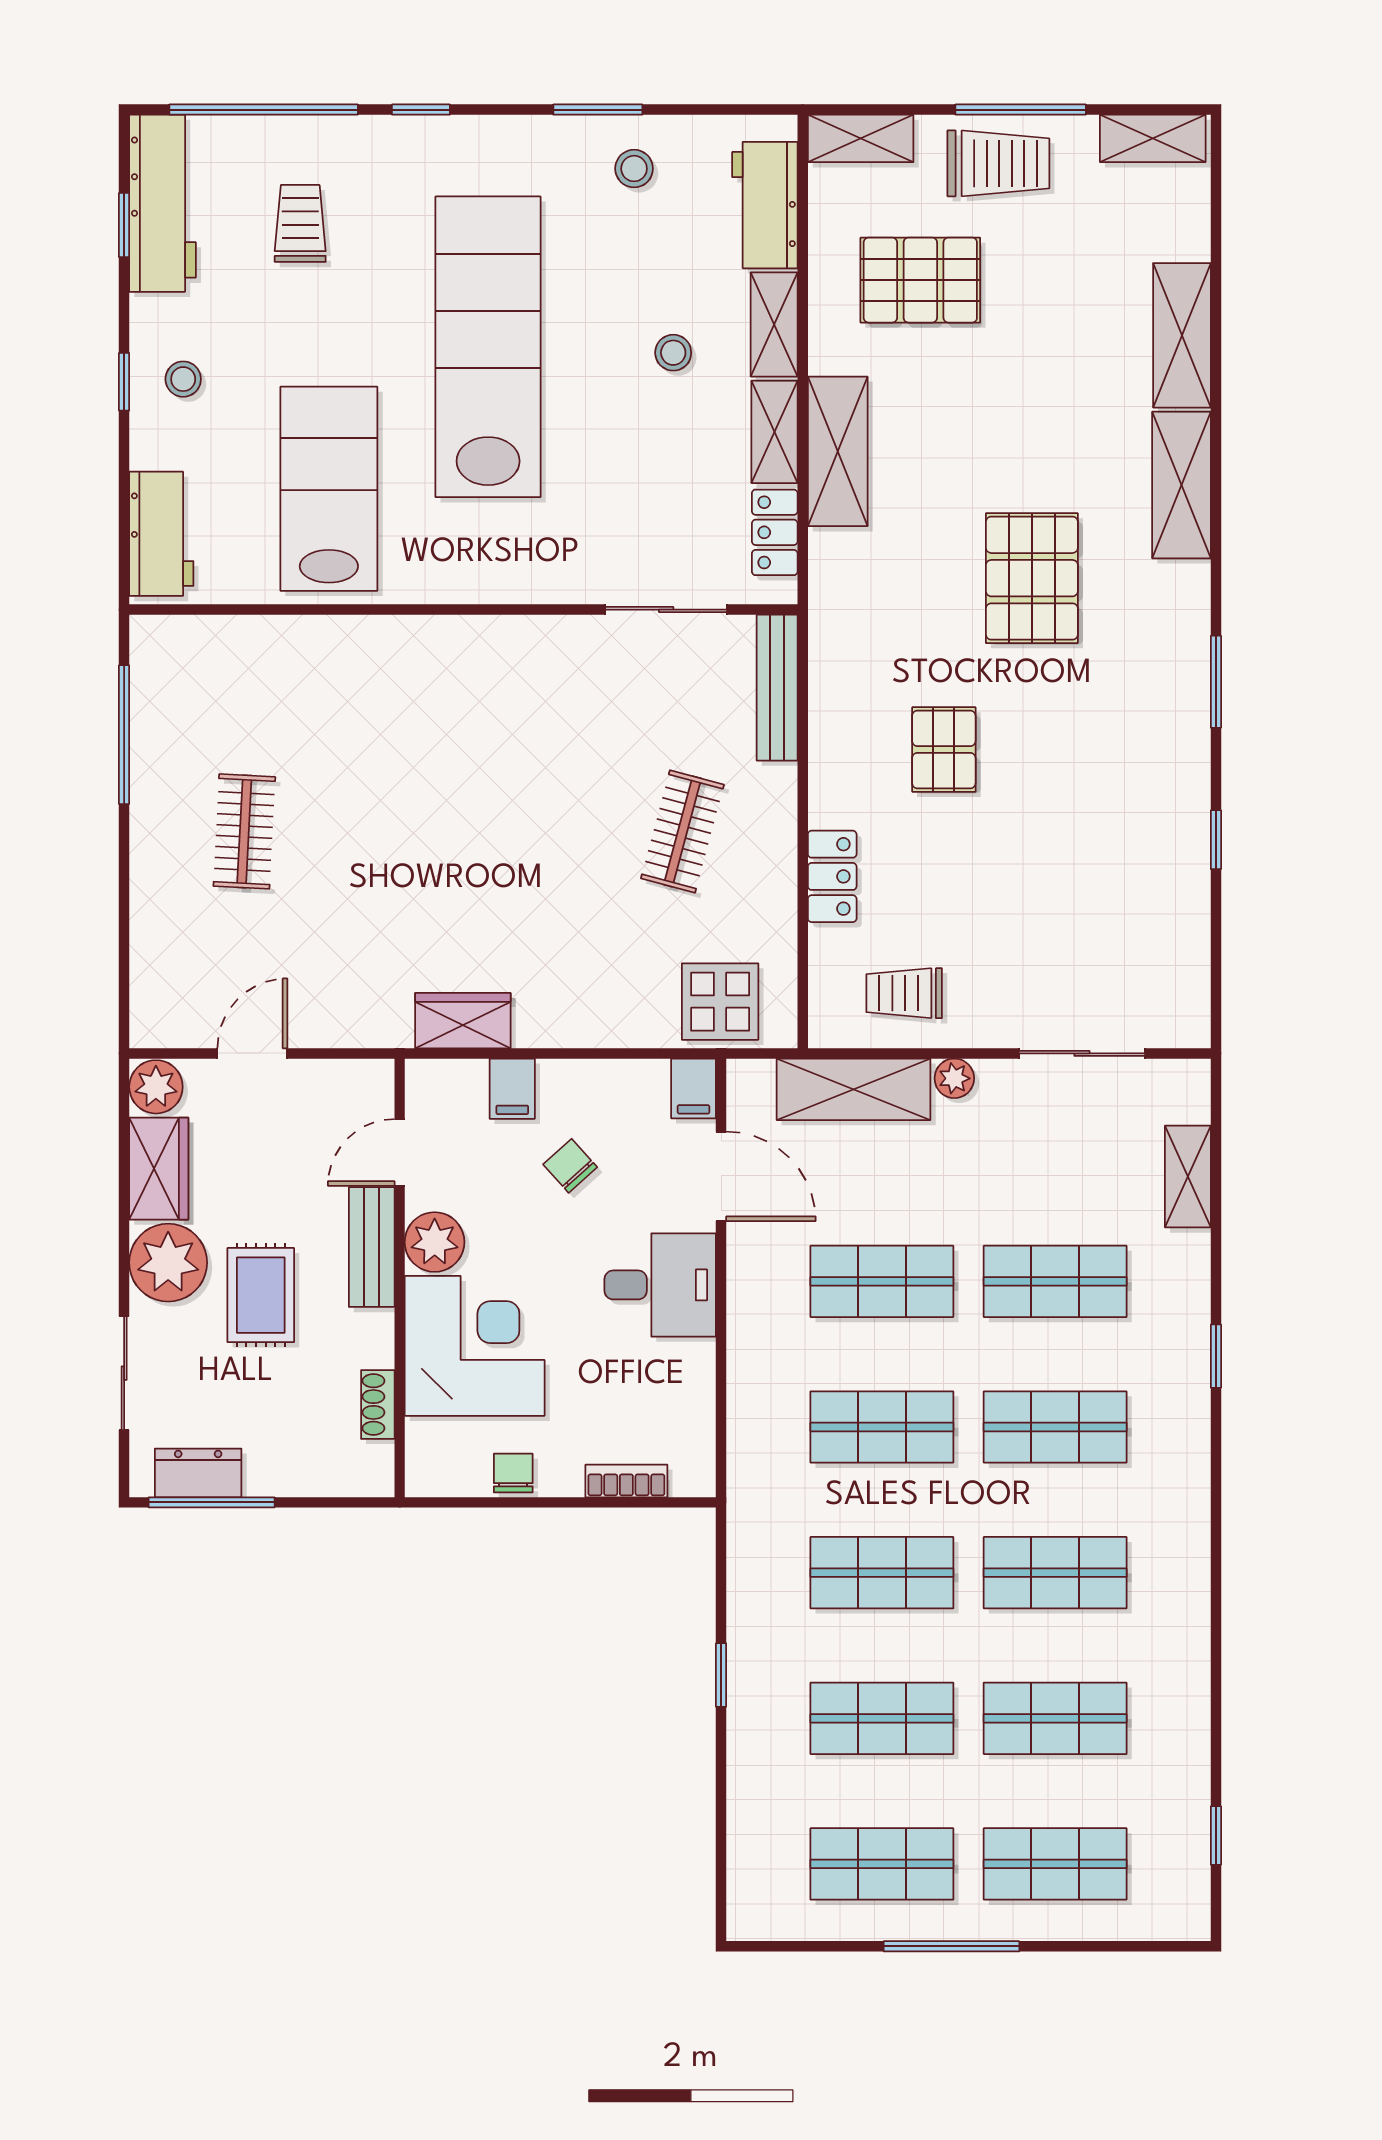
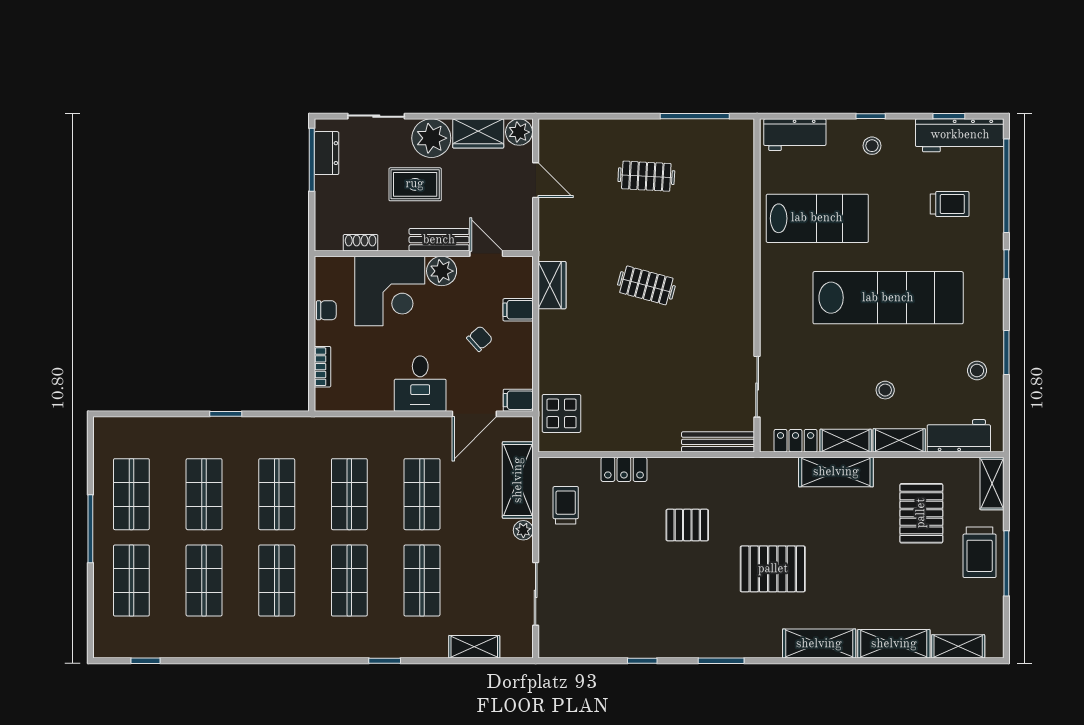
shelving: (1153, 138) -> (958, 646), moved, turned 90
clothes rail: (682, 831) -> (646, 285), moved

